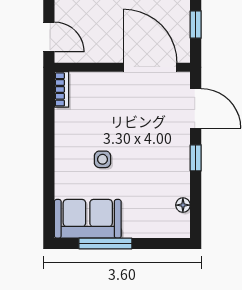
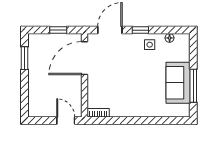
door: (49, 37) -> (66, 121), hinge flipped
side table: (103, 159) -> (150, 45), moved
sofa: (88, 219) -> (178, 83), moved

